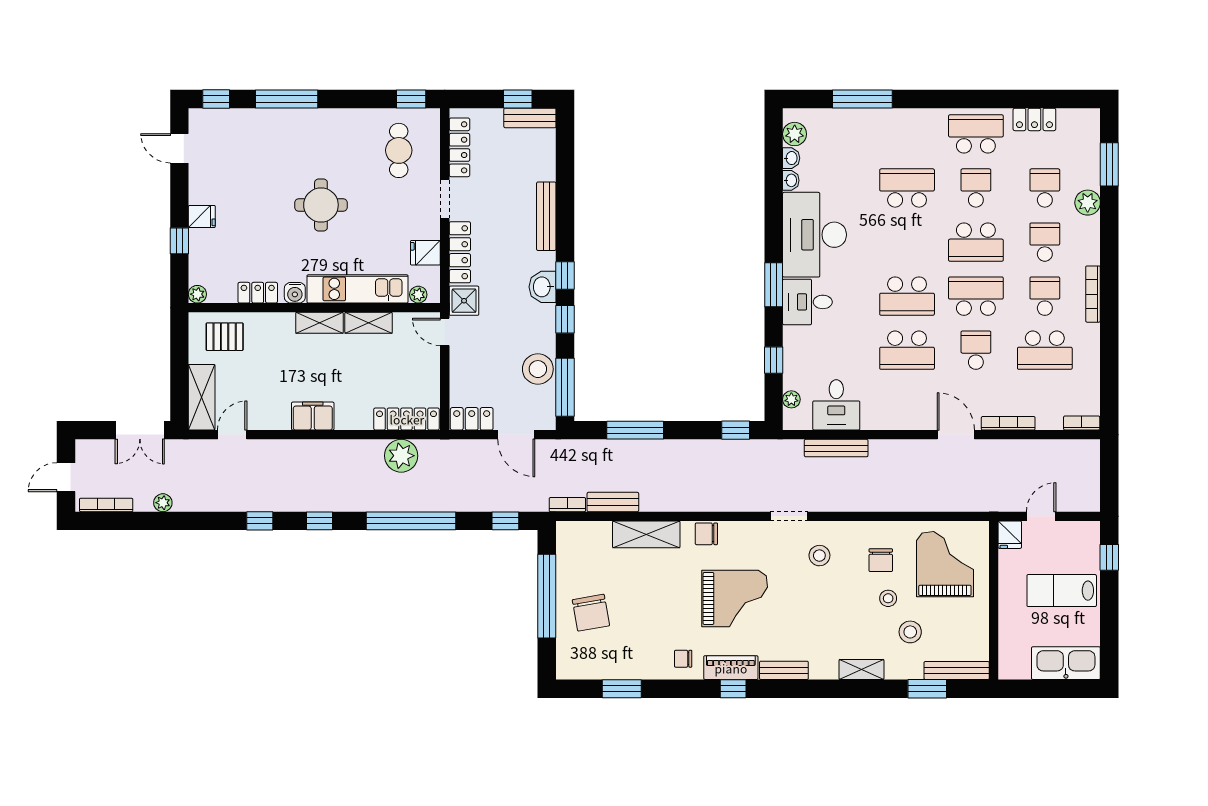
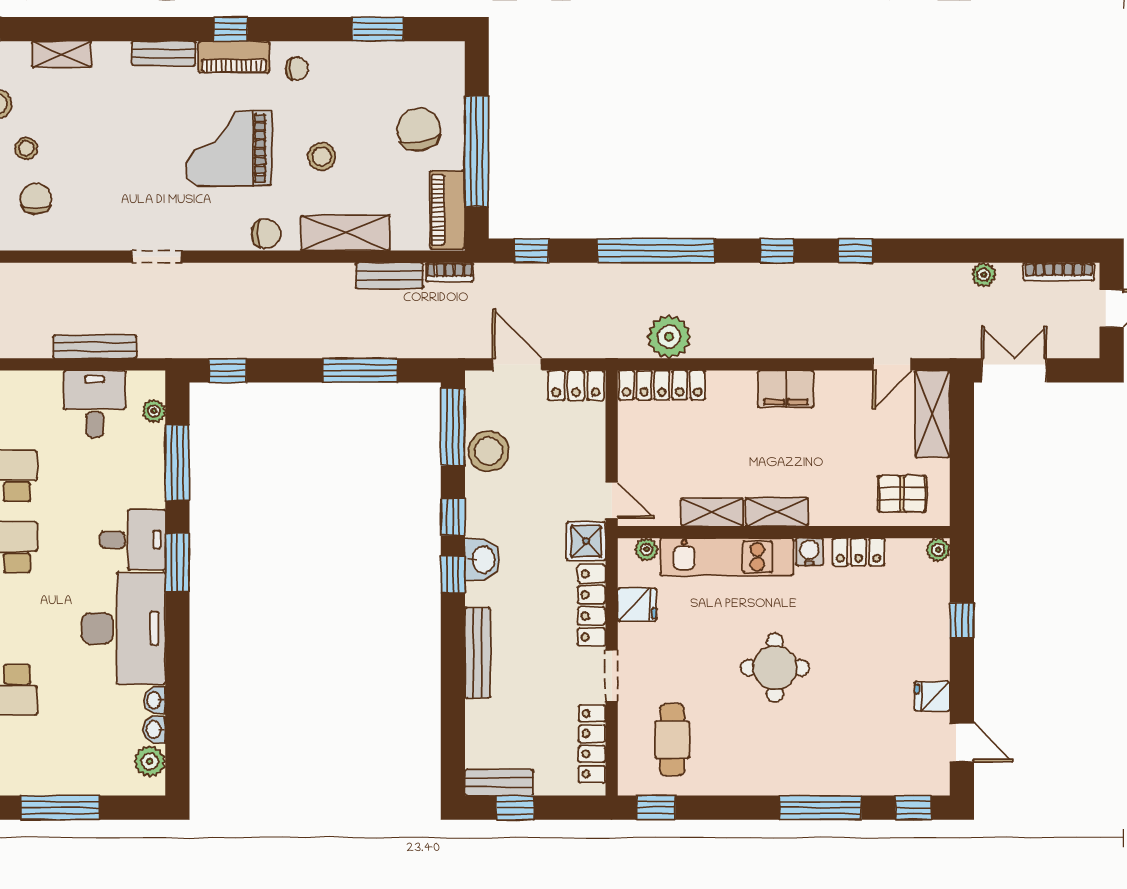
fridge: (202, 217) -> (932, 696), moved
window: (774, 360) -> (177, 463), width x2.17
piano: (569, 552) -> (447, 210), added
stool: (819, 556) -> (322, 157), moved

